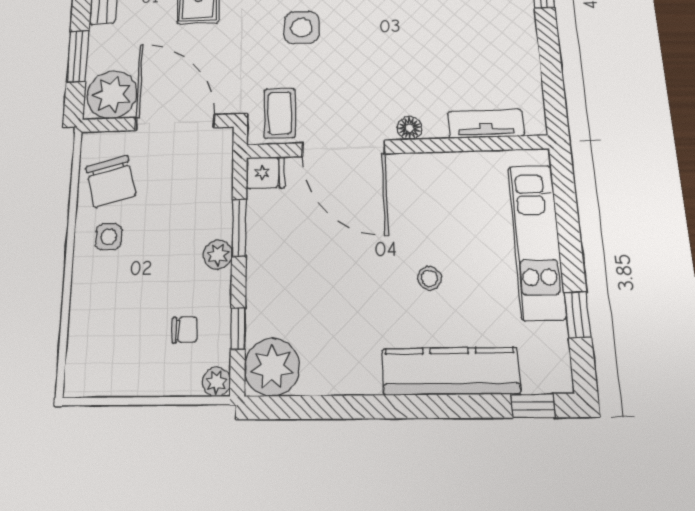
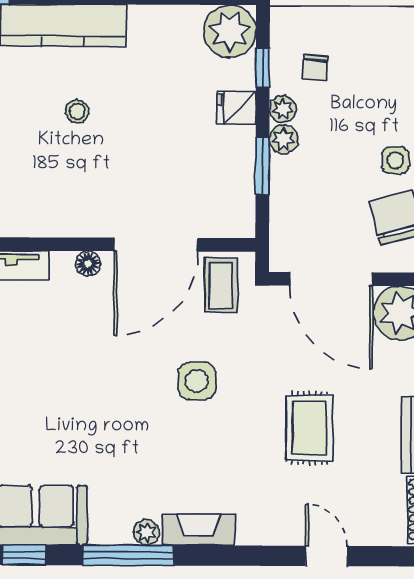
door: (343, 148) -> (156, 245), swing flipped
fridge: (265, 173) -> (236, 108), moved
chair: (185, 330) -> (315, 67), turned -85
plant: (216, 382) -> (283, 109), moved

